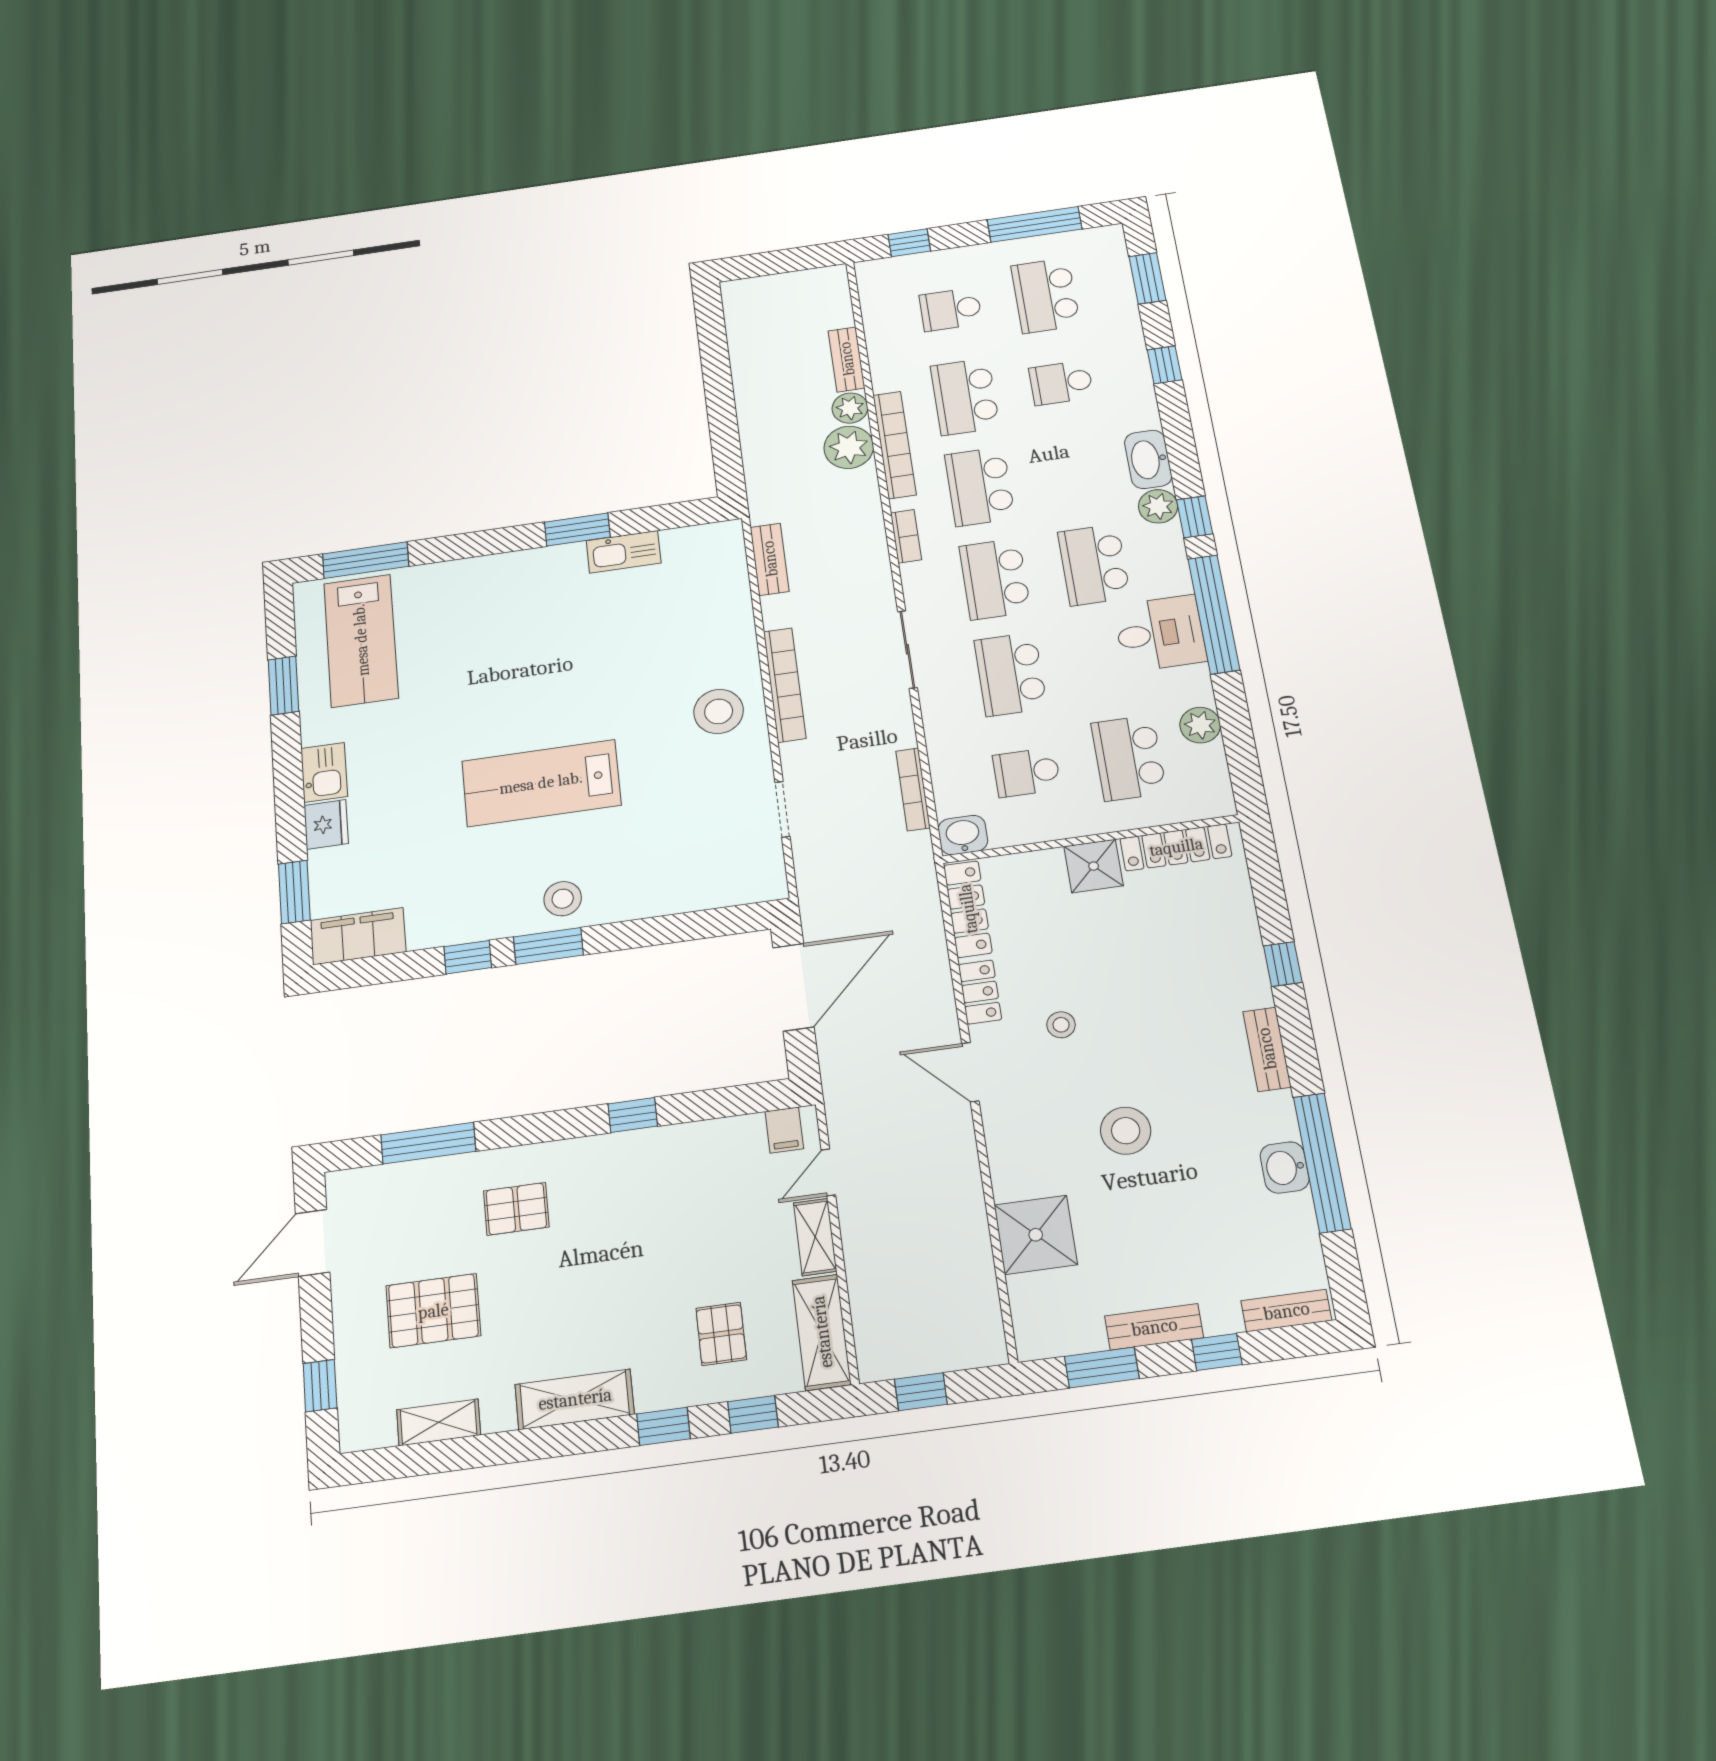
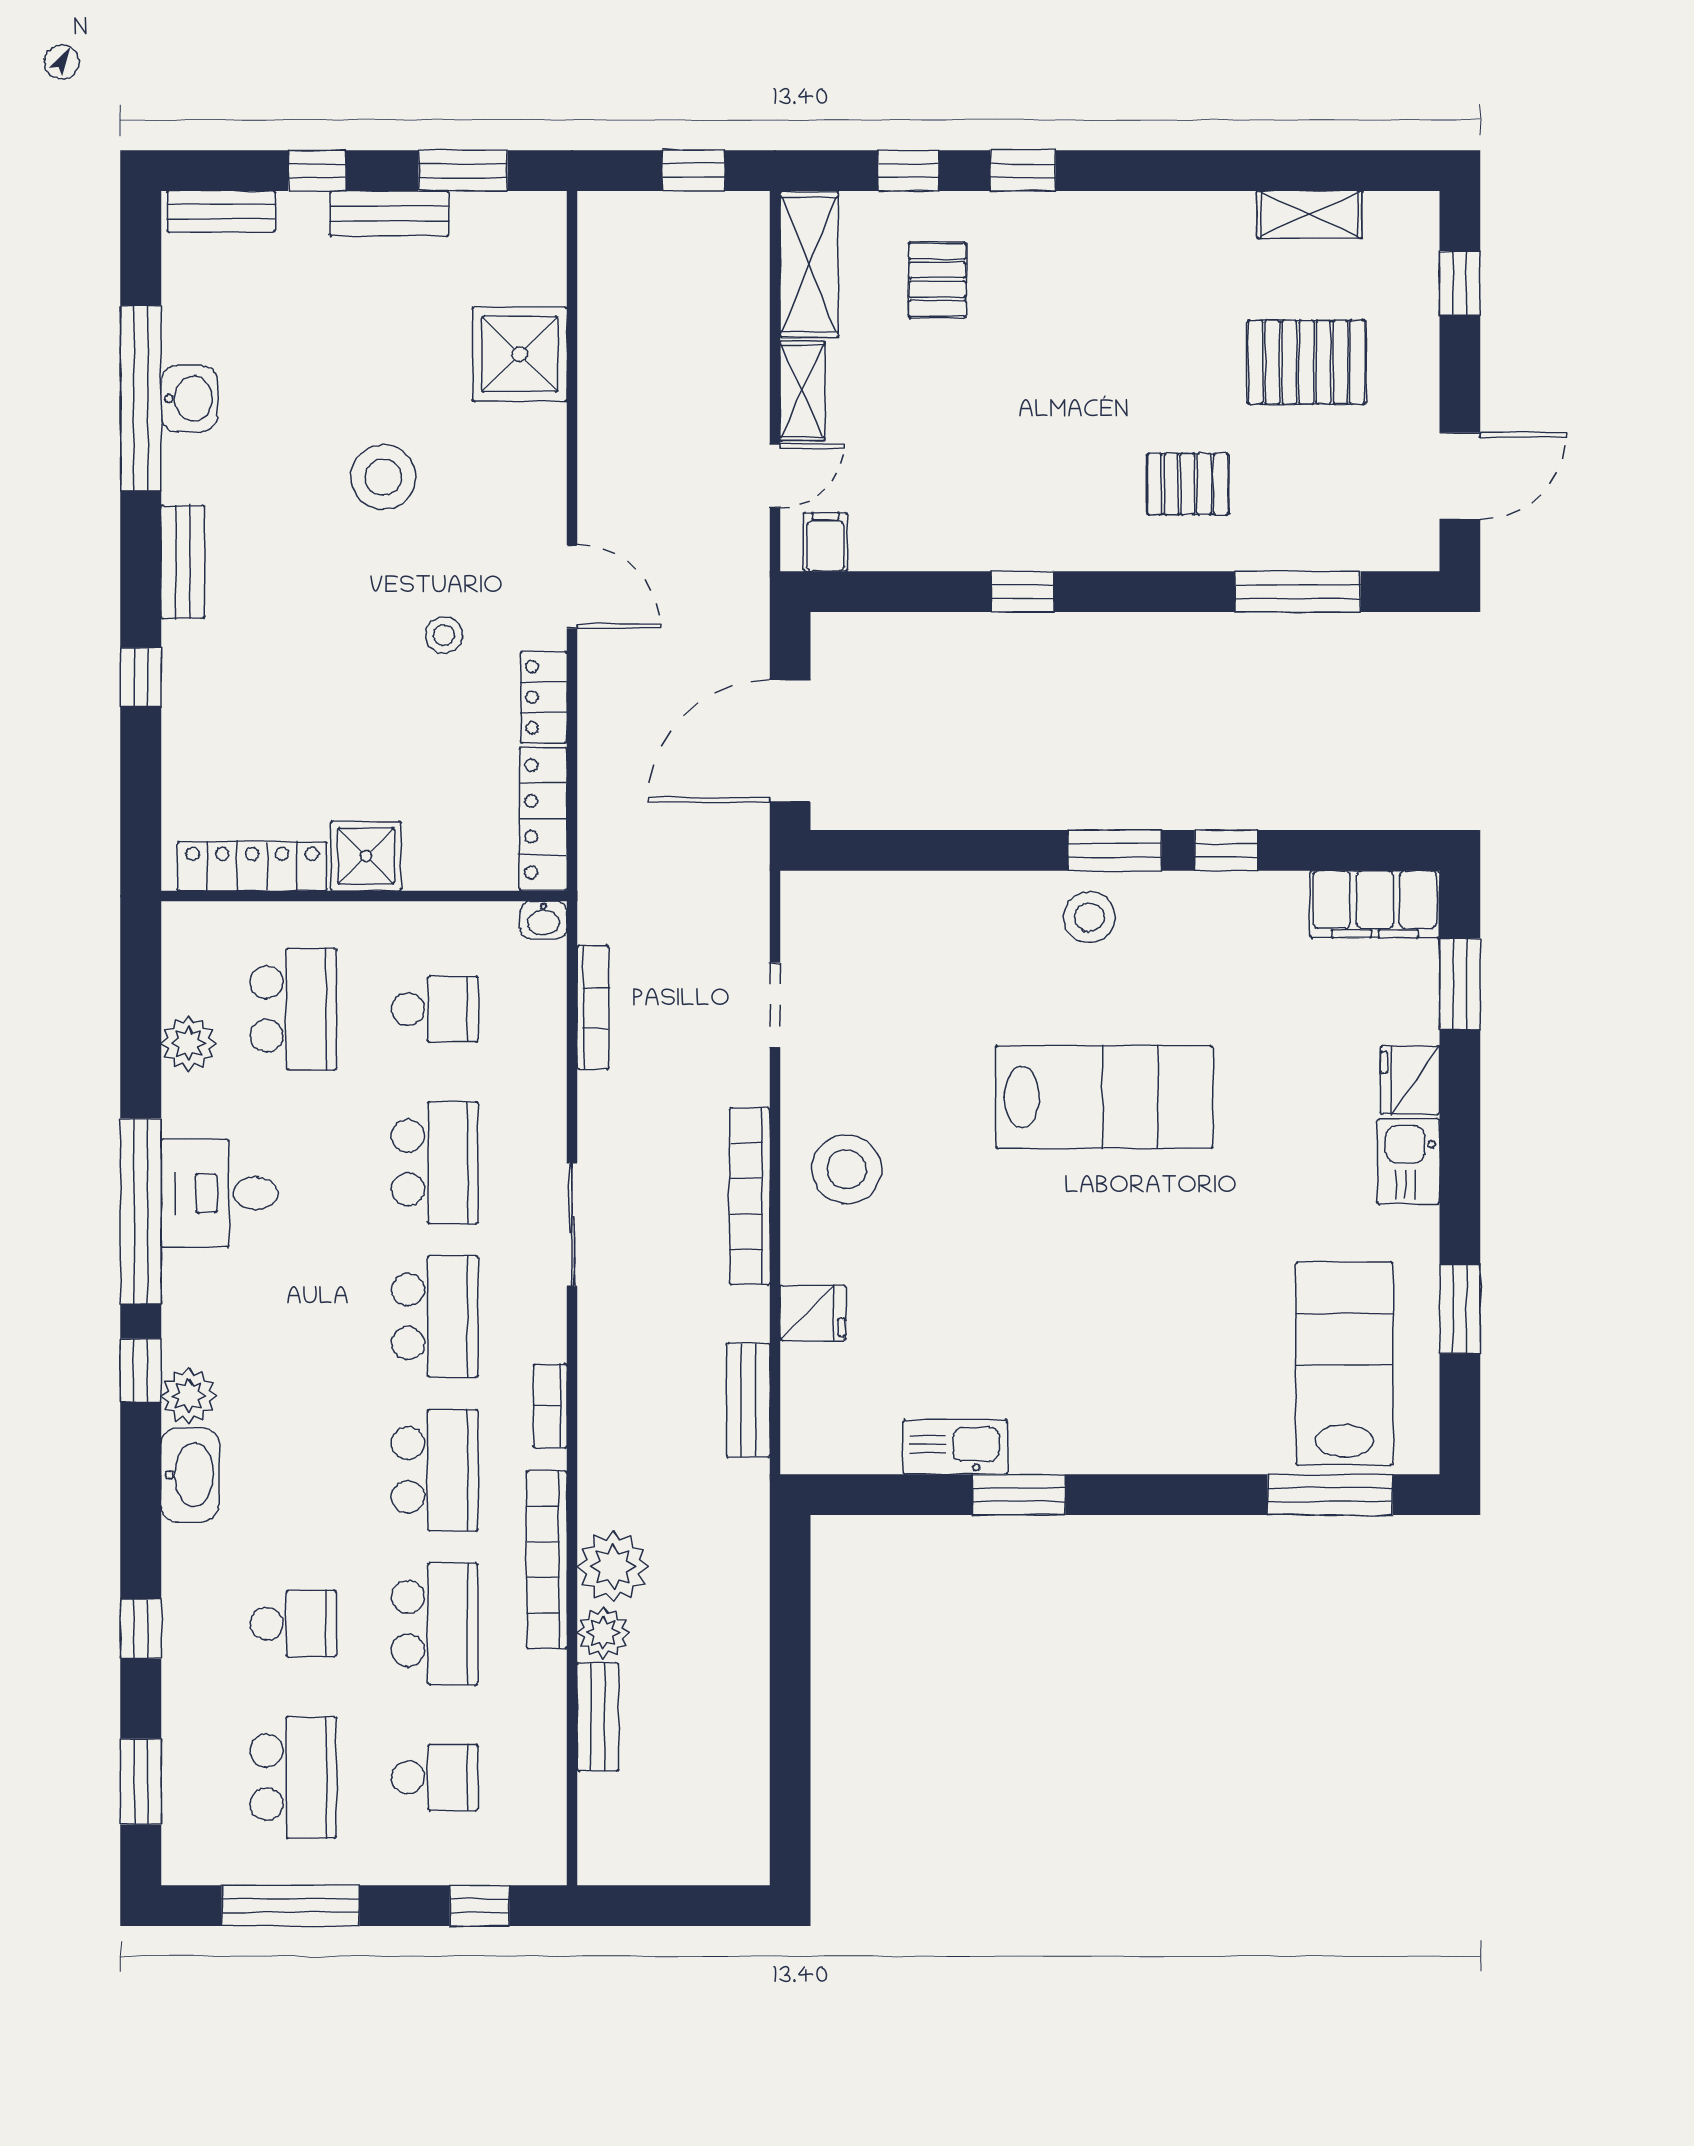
school desk: (1094, 565) -> (293, 1316), removed
fridge: (731, 619) -> (813, 1313), added
washbasin: (963, 835) -> (544, 920), width x0.72, depth x0.69
shelving: (575, 1399) -> (1133, 221), removed

